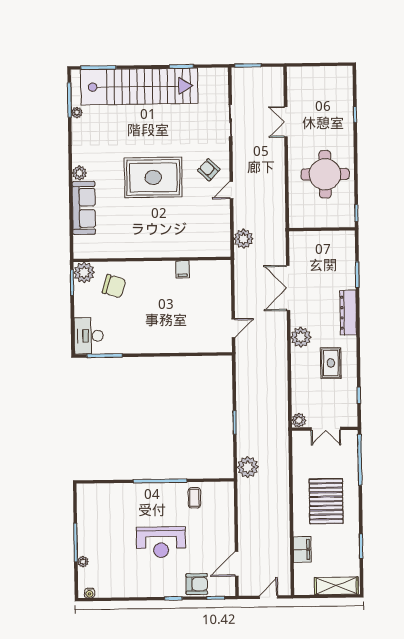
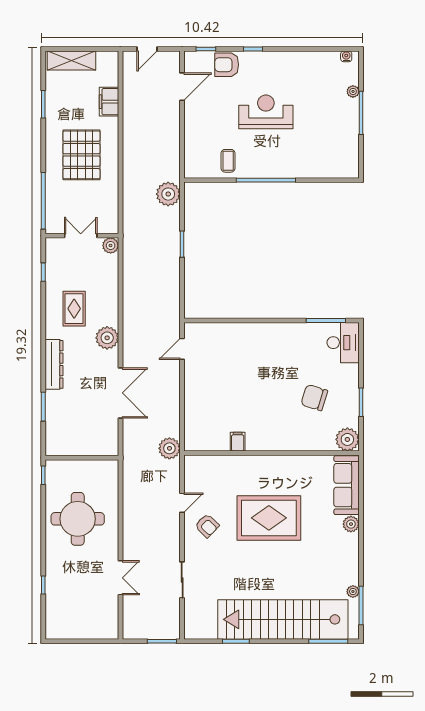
wall: (152, 259) -> (272, 453), moved
filing cabinet: (183, 269) -> (238, 442), moved
plant: (84, 273) -> (347, 439), moved

